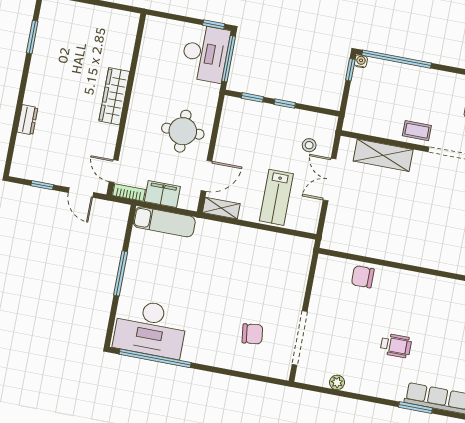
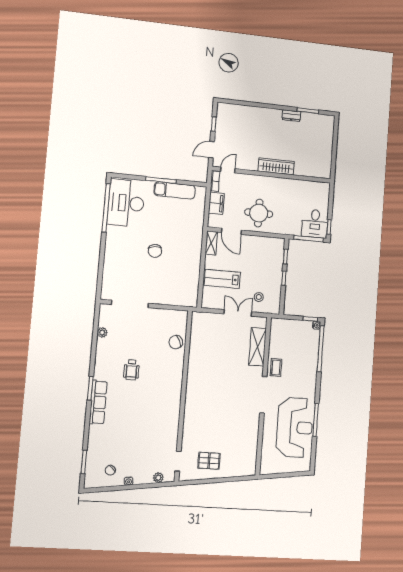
desk: (205, 53) -> (315, 224), width x0.73
dresser: (27, 120) -> (291, 116), moved
exam couch: (164, 222) -> (175, 190), moved, turned -90
chair: (363, 277) -> (176, 342), turned -116
chair: (252, 334) -> (155, 251), moved

